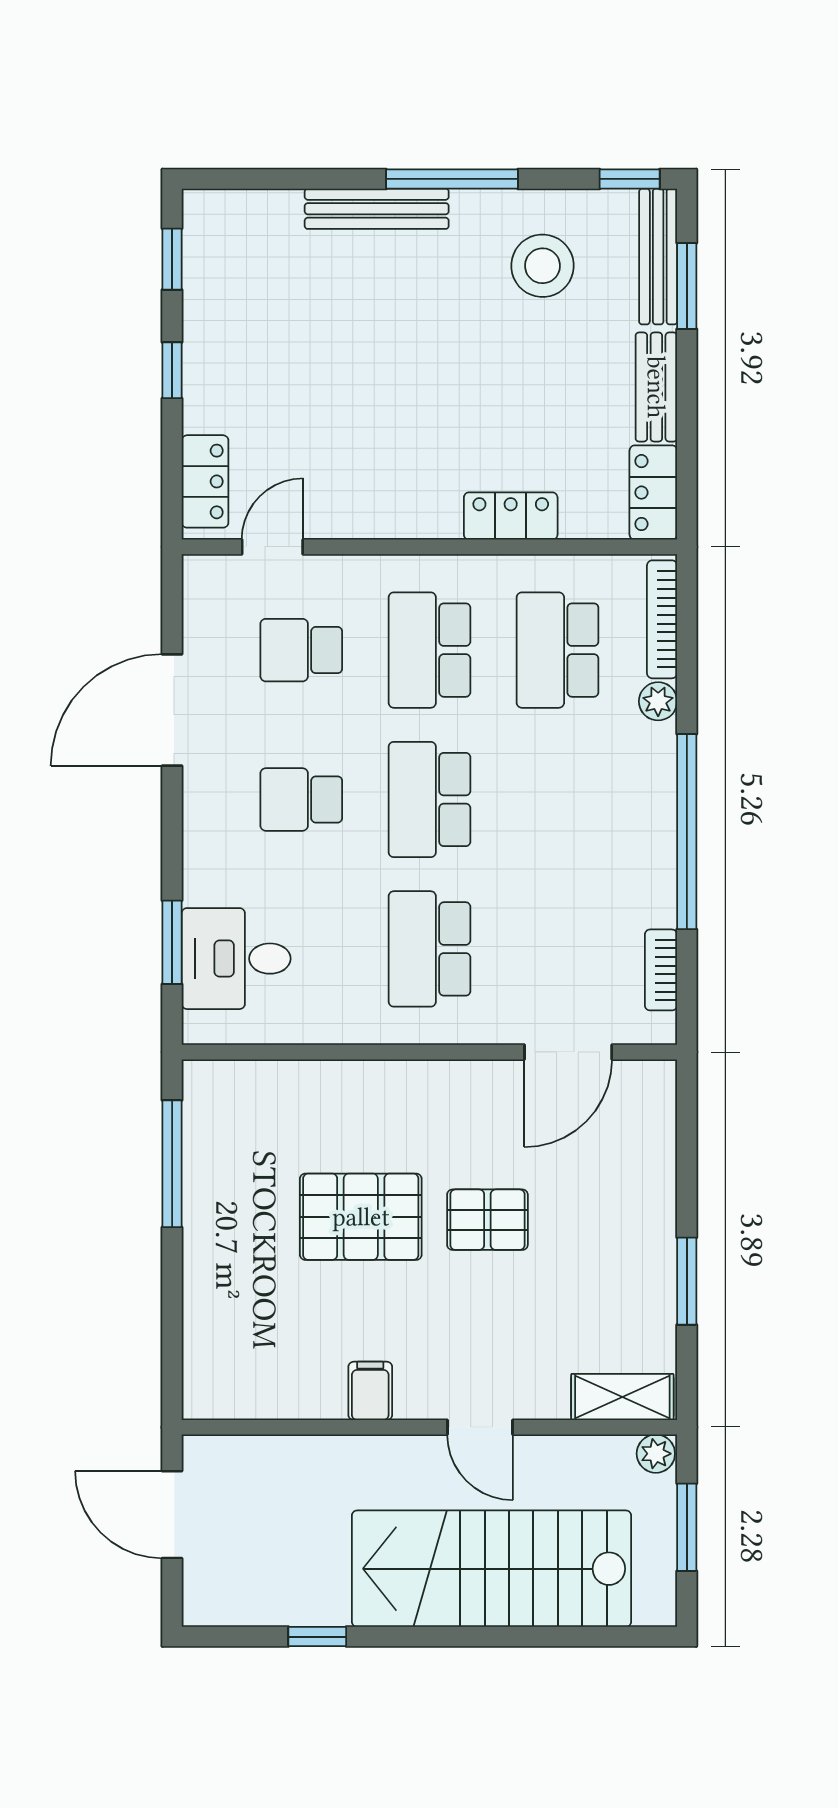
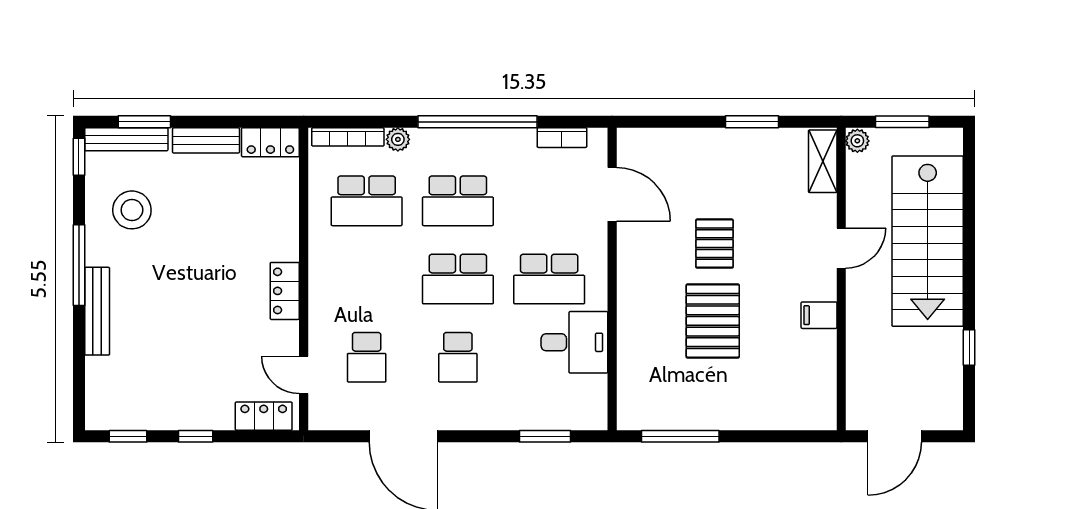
locker: (511, 516) -> (285, 291), moved
school desk: (429, 650) -> (458, 201), moved
desk: (236, 959) -> (574, 342), moved, turned -90

